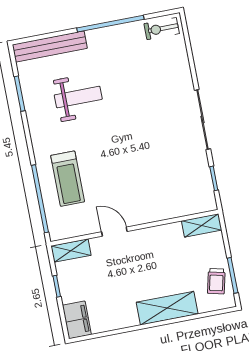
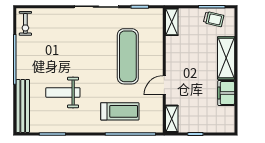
weight bench: (78, 97) -> (63, 92), turned -90
exercise mat: (144, 175) -> (128, 56), added
filing cabinet: (77, 320) -> (226, 93), moved, turned -90

